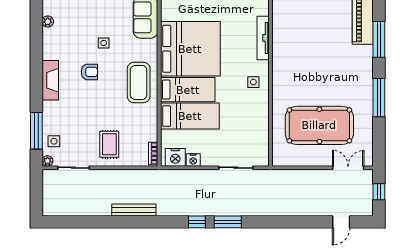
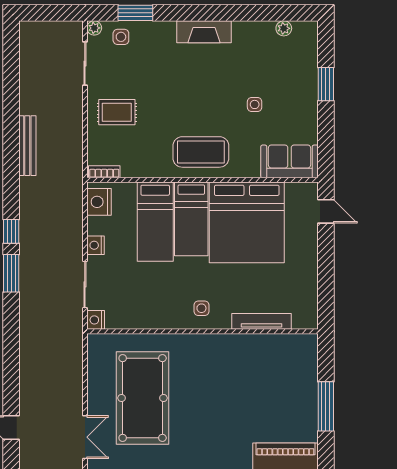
armchair: (89, 72) -> (215, 85), removed
window: (36, 131) -> (135, 13), width x0.69
nightstand: (193, 160) -> (96, 245), moved
nightstand: (262, 160) -> (96, 320), added

